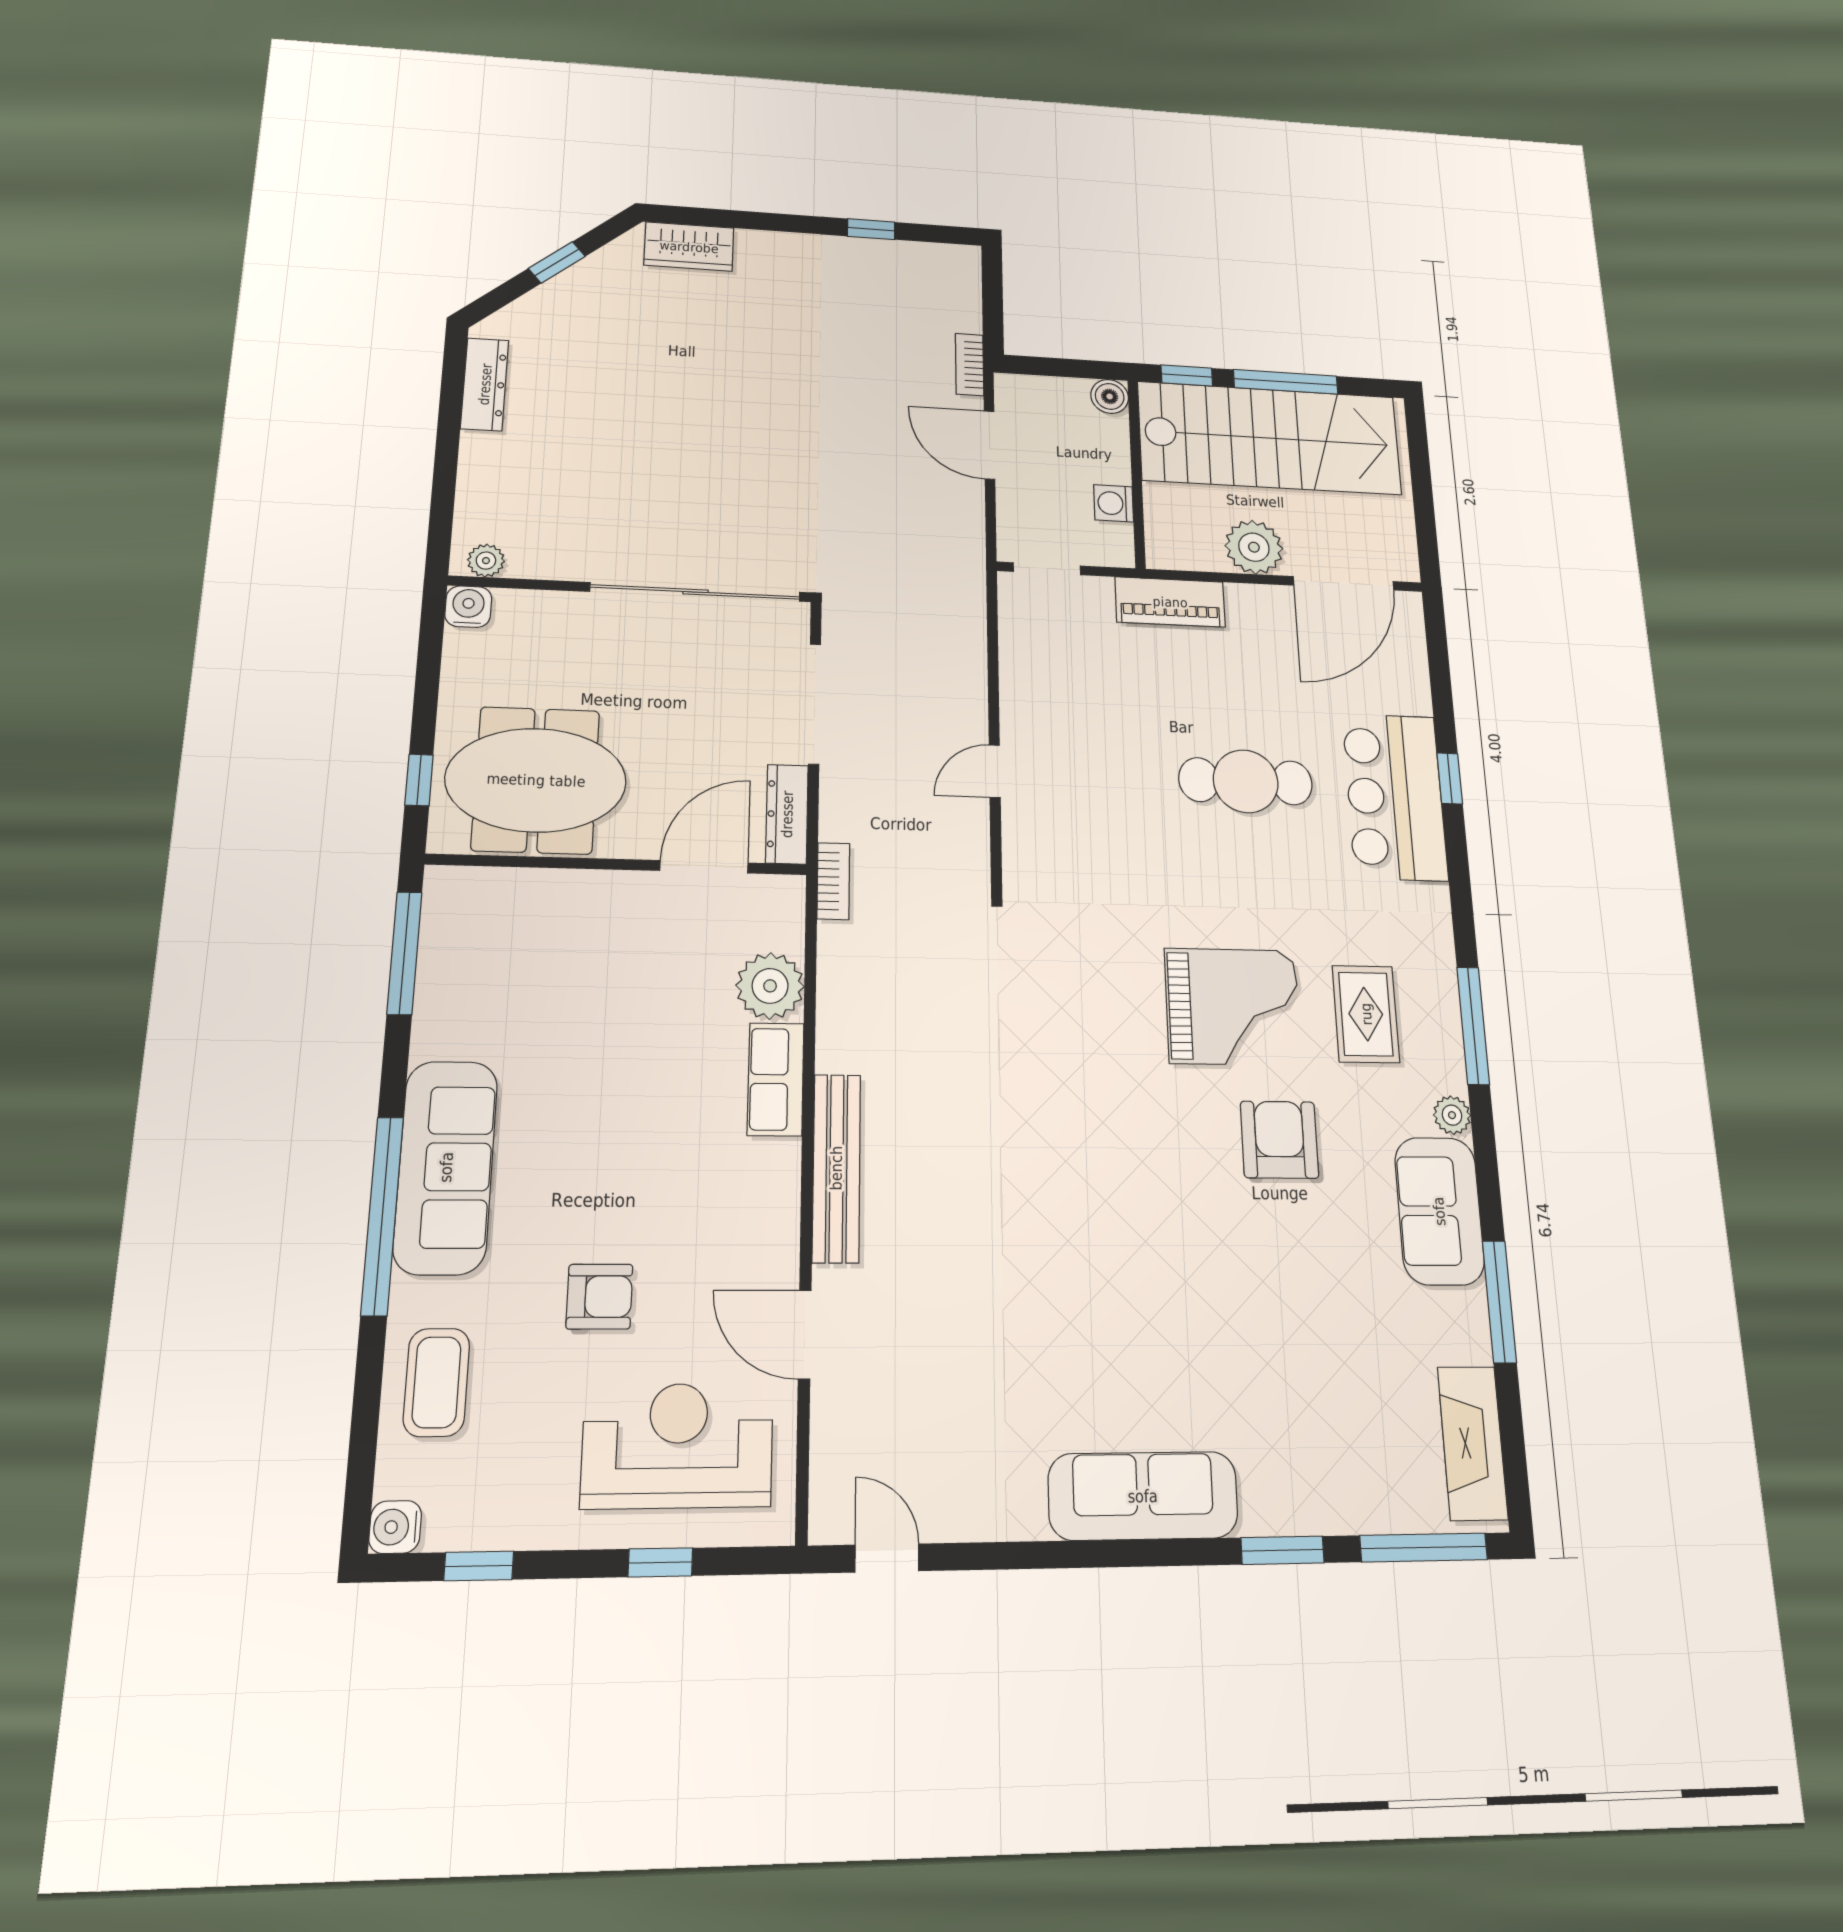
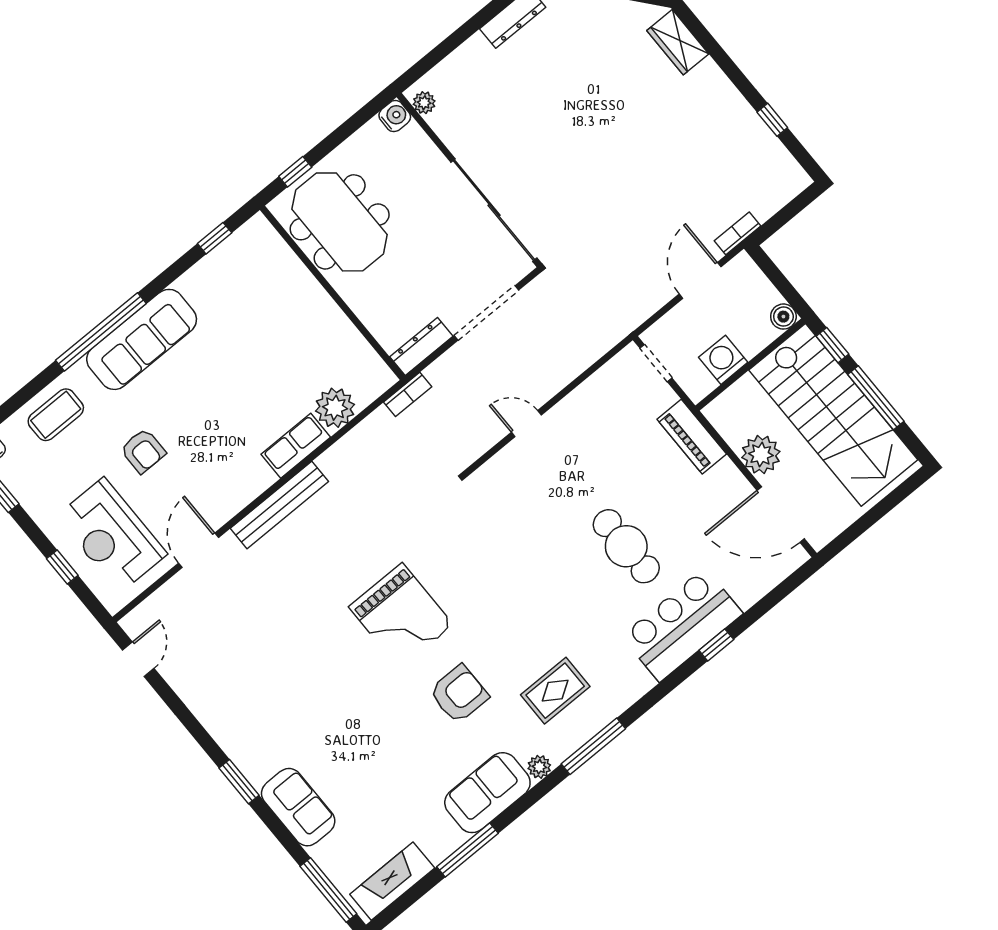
washing machine: (1114, 503) -> (723, 360), width x1.38, depth x1.38
door: (704, 867) -> (364, 331), removed
window: (404, 953) -> (215, 238), width x0.46
grand piano: (1233, 1007) -> (401, 616), moved
reception desk: (678, 1446) -> (112, 535), turned 180
sofa: (1143, 1496) -> (298, 807), moved, width x0.73
window: (1283, 1550) -> (239, 782), moved

